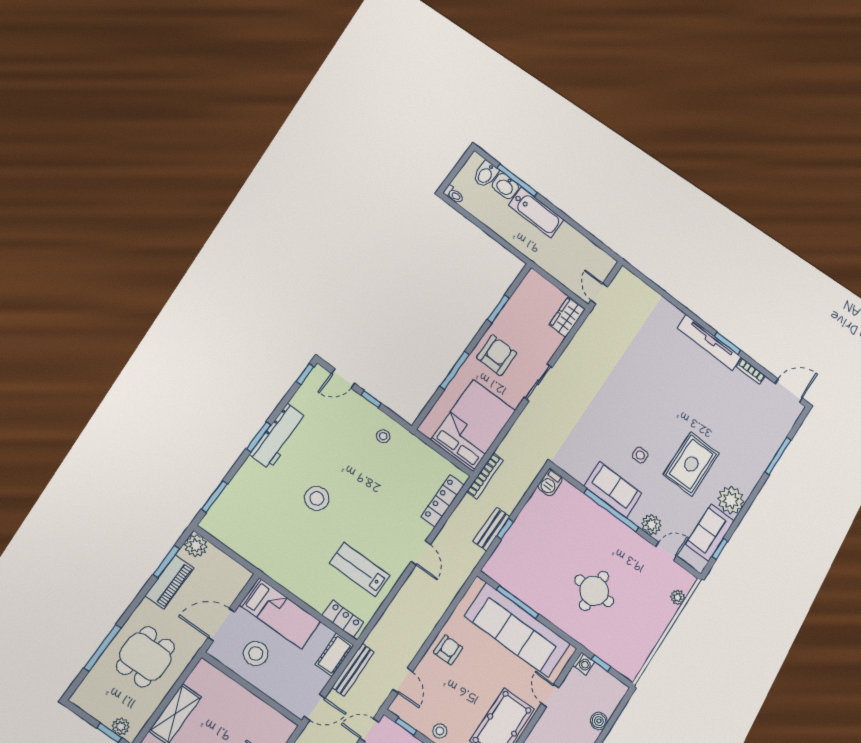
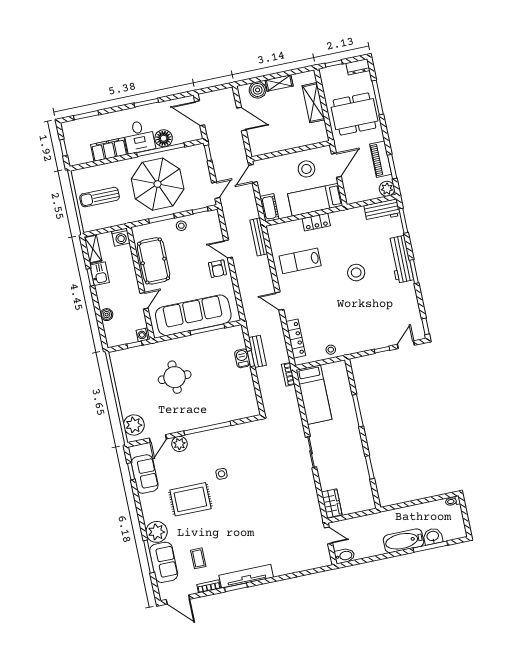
bidet: (486, 174) -> (344, 556), moved, turned 90
armchair: (497, 355) -> (346, 442), removed
door: (789, 391) -> (178, 599), hinge flipped
coffee table: (736, 405) -> (198, 558), added
bed: (473, 425) -> (314, 395), width x0.67
workbench: (279, 436) -> (401, 259), moved
stool: (383, 436) -> (331, 350), moved
rug: (691, 464) -> (190, 499), turned 90
bookcase: (485, 476) -> (288, 374), width x0.64
barbecue: (550, 483) -> (242, 358), moved
sofa: (613, 490) -> (164, 562), moved, turned -90
plant: (731, 500) -> (157, 532), moved
workbench: (225, 530) -> (382, 210), added
lab bench: (360, 569) -> (300, 261), turned 180
plant: (678, 597) -> (134, 425), width x1.87, depth x1.87
locker: (343, 619) -> (316, 222), moved
dining table: (145, 657) -> (354, 114), width x1.37
bench: (353, 670) -> (259, 237), moved
door: (403, 681) -> (228, 249), moved
door: (550, 696) -> (144, 301), hinge flipped
dresser: (87, 702) -> (358, 67), added
plant: (121, 726) -> (332, 72), removed

